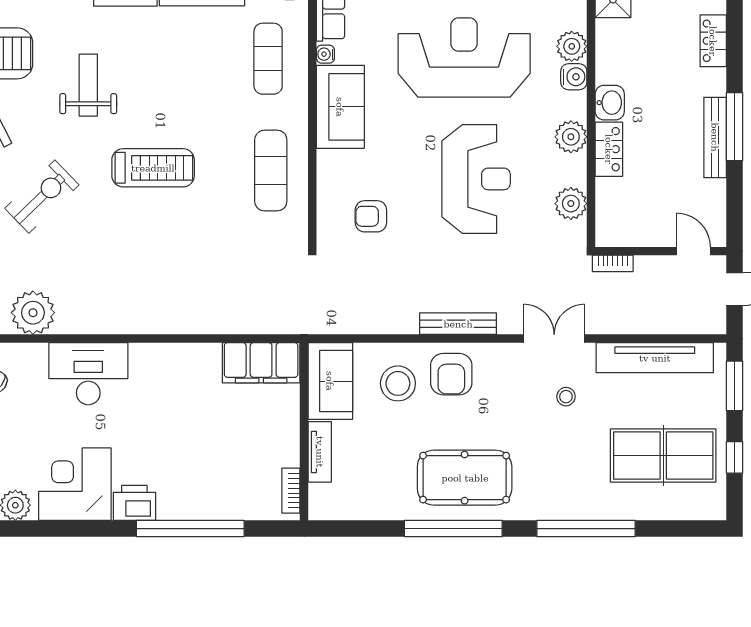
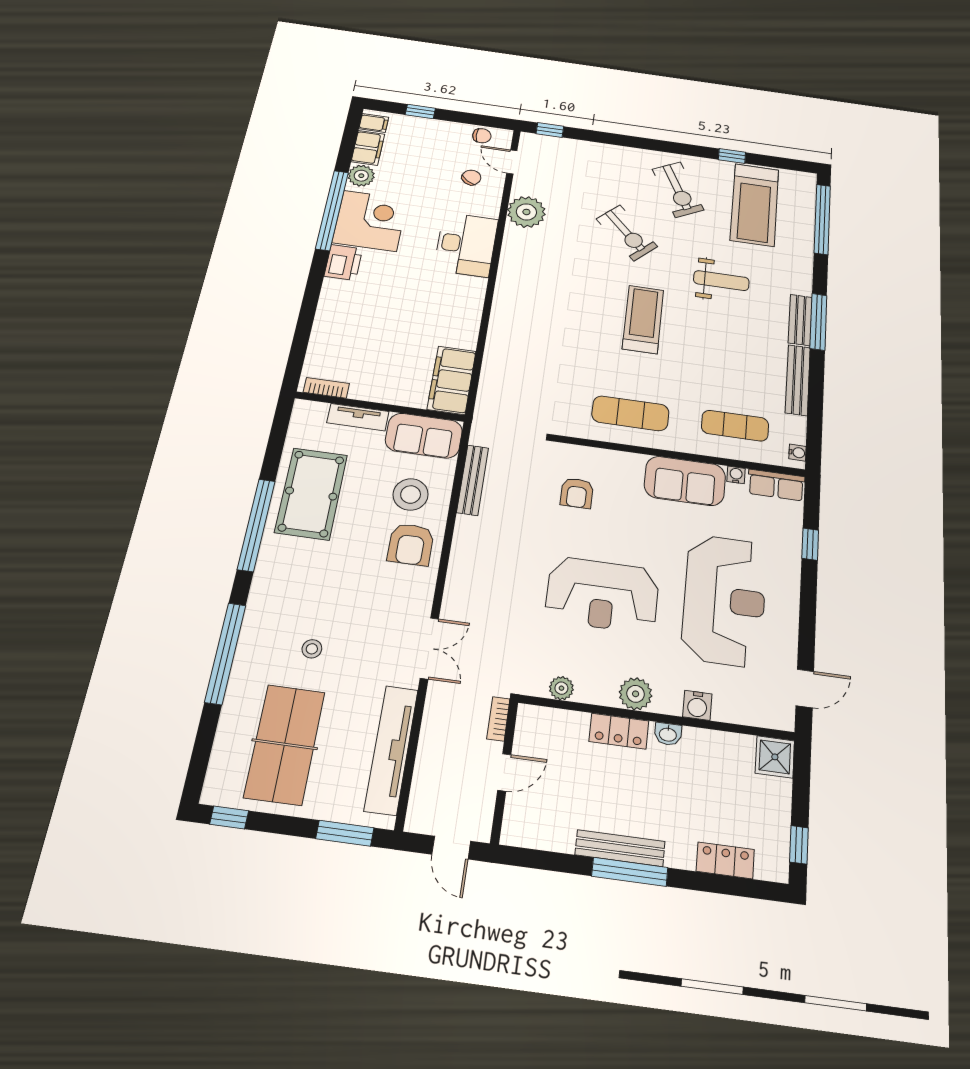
plant: (572, 46) -> (729, 708), removed
washbasin: (610, 103) -> (668, 734), width x0.72, depth x0.69
treadmill: (153, 168) -> (643, 319), turned 180
plant: (571, 204) -> (561, 688), width x0.73, depth x0.73
armchair: (371, 216) -> (577, 493), turned 180
door: (693, 251) -> (504, 772), moved
bench: (458, 324) -> (473, 480), moved
armchair: (451, 374) -> (411, 544), turned -90
stool: (566, 397) -> (312, 649), moved
window: (734, 457) -> (229, 818), moved
pool table: (465, 478) -> (311, 494), moved
window: (190, 529) -> (332, 210), moved

